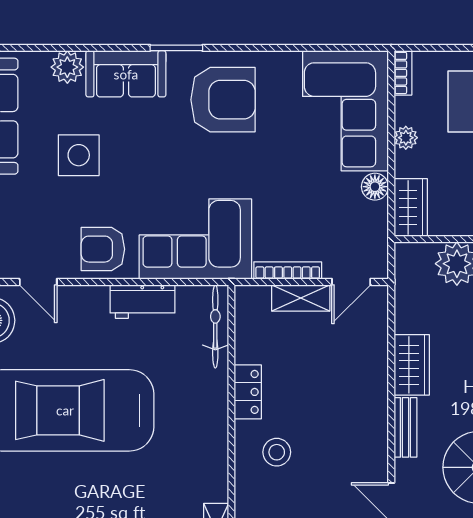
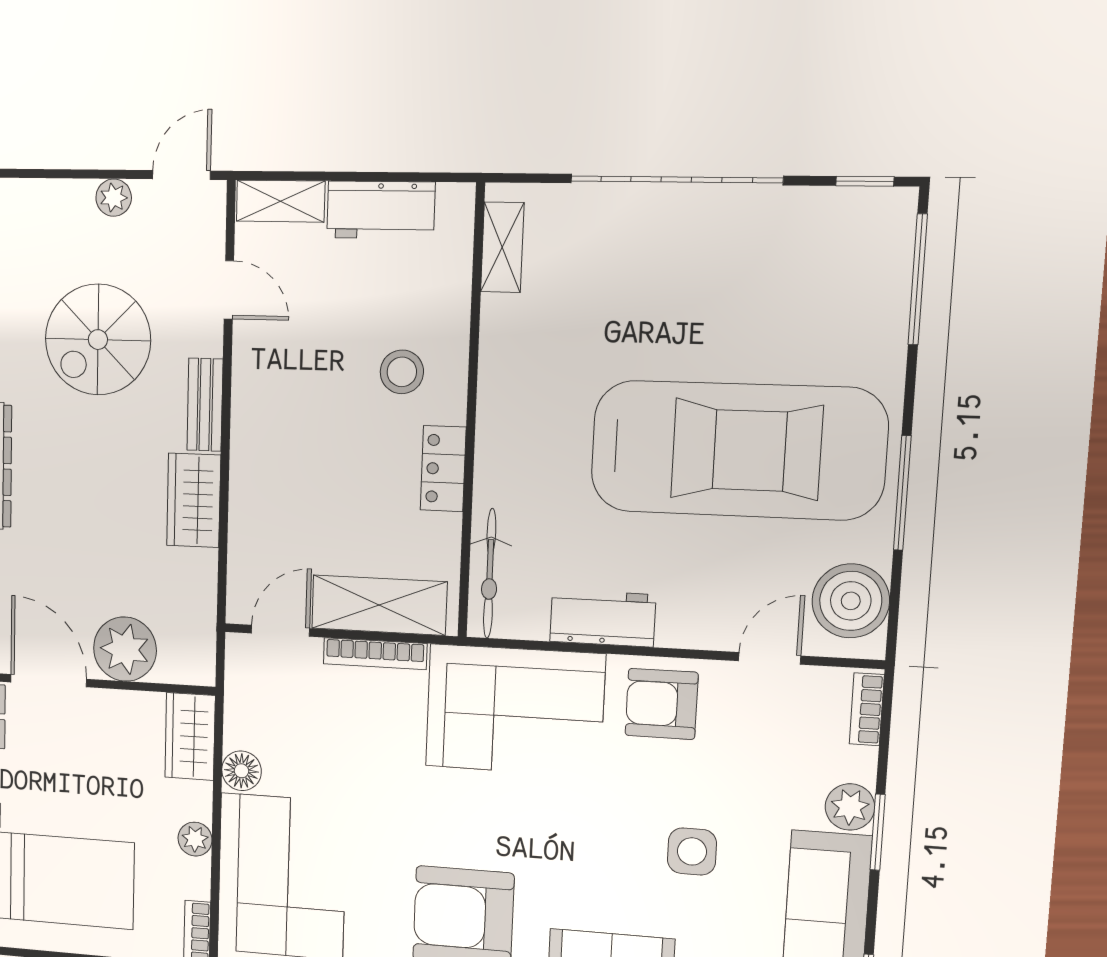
side table: (79, 155) -> (692, 851), width x0.73, depth x0.73
armchair: (103, 249) -> (662, 704), turned 180
door: (38, 282) -> (770, 658), hinge flipped
shelving: (301, 298) -> (379, 605), width x1.50, depth x1.33

